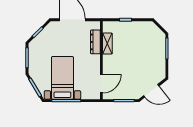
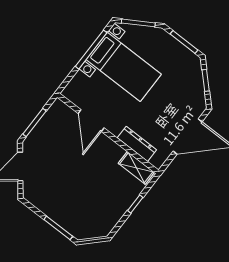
shelving: (107, 44) -> (136, 168), moved
door: (101, 84) -> (91, 121), moved

